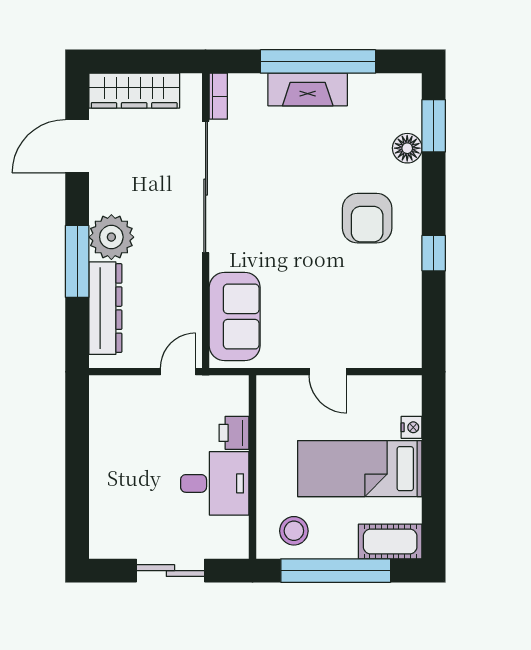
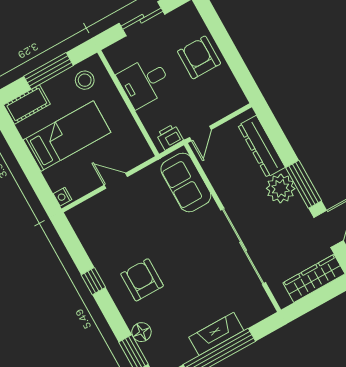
bookcase: (218, 96) -> (265, 302), removed
window: (77, 261) -> (304, 184), moved
nightstand: (412, 427) -> (63, 197), moved
printer: (234, 433) -> (170, 137), moved, turned -90
armchair: (123, 475) -> (199, 57), added
window: (336, 571) -> (49, 71), width x0.68

